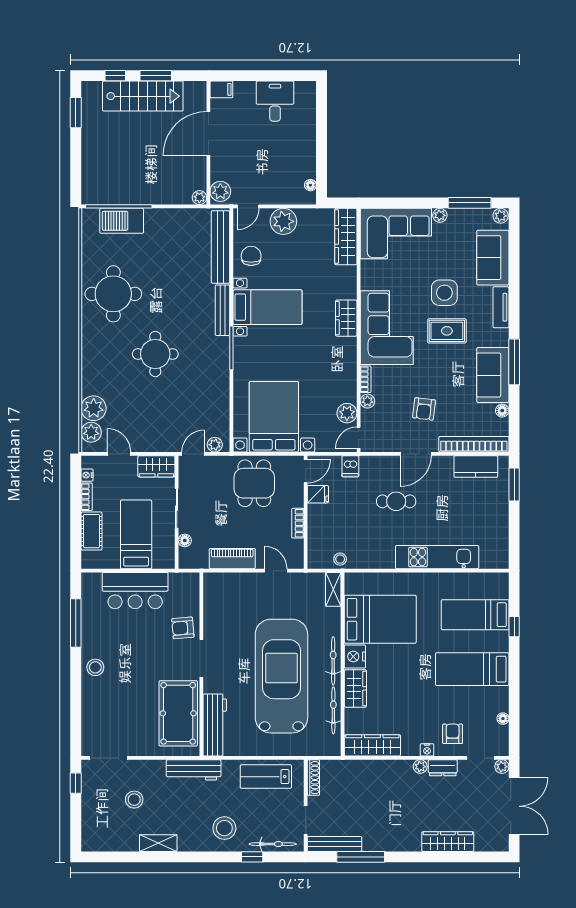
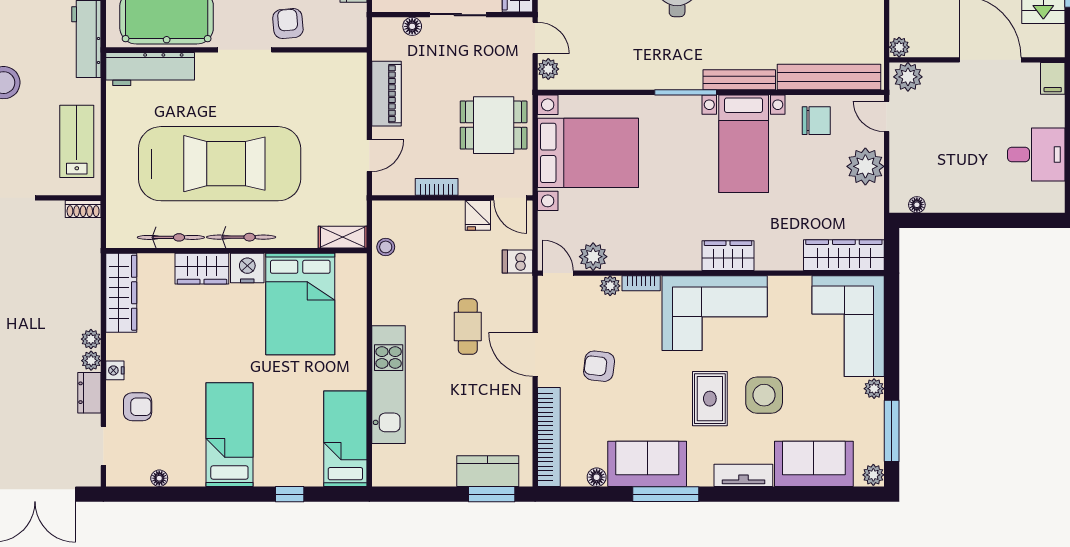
kitchen counter: (476, 467) -> (488, 471), moved, turned 90
bed: (475, 615) -> (345, 439), moved
plant: (502, 767) -> (91, 339), moved
shoe rack: (313, 778) -> (83, 209), width x0.70

